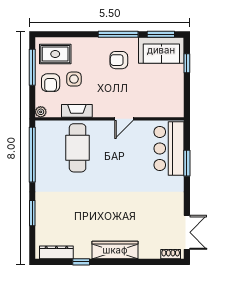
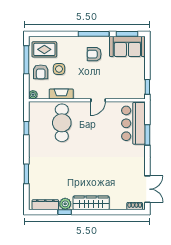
window: (187, 63) -> (147, 87), moved
window: (32, 155) -> (26, 128), width x0.32
plant: (82, 251) -> (65, 204), added

